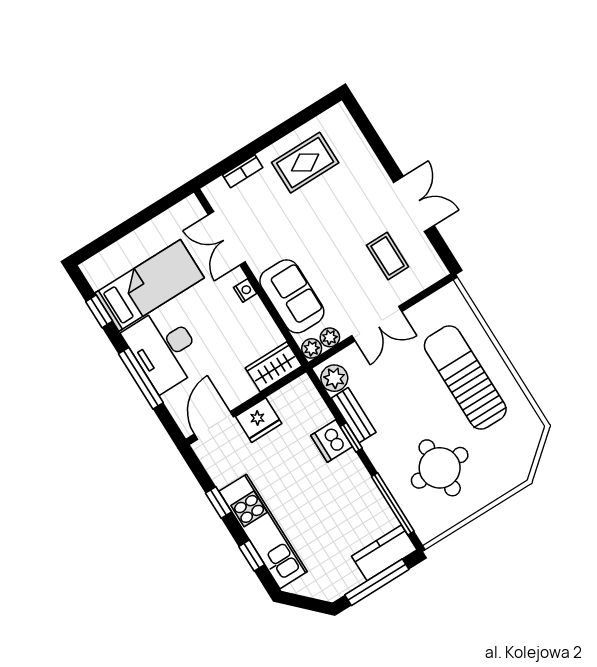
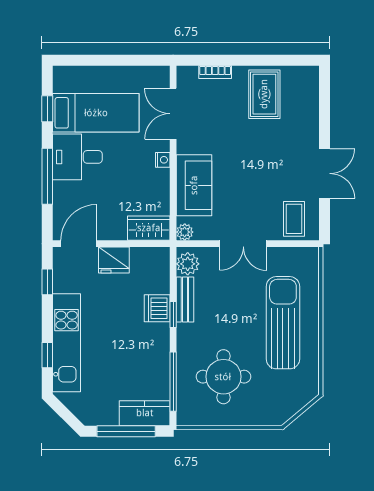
rug: (305, 163) -> (264, 94), turned 90
coffee table: (388, 256) -> (294, 219), moved
plant: (330, 337) -> (203, 232), removed
desk: (164, 349) -> (77, 157), width x0.73
window: (219, 502) -> (47, 282), moved

